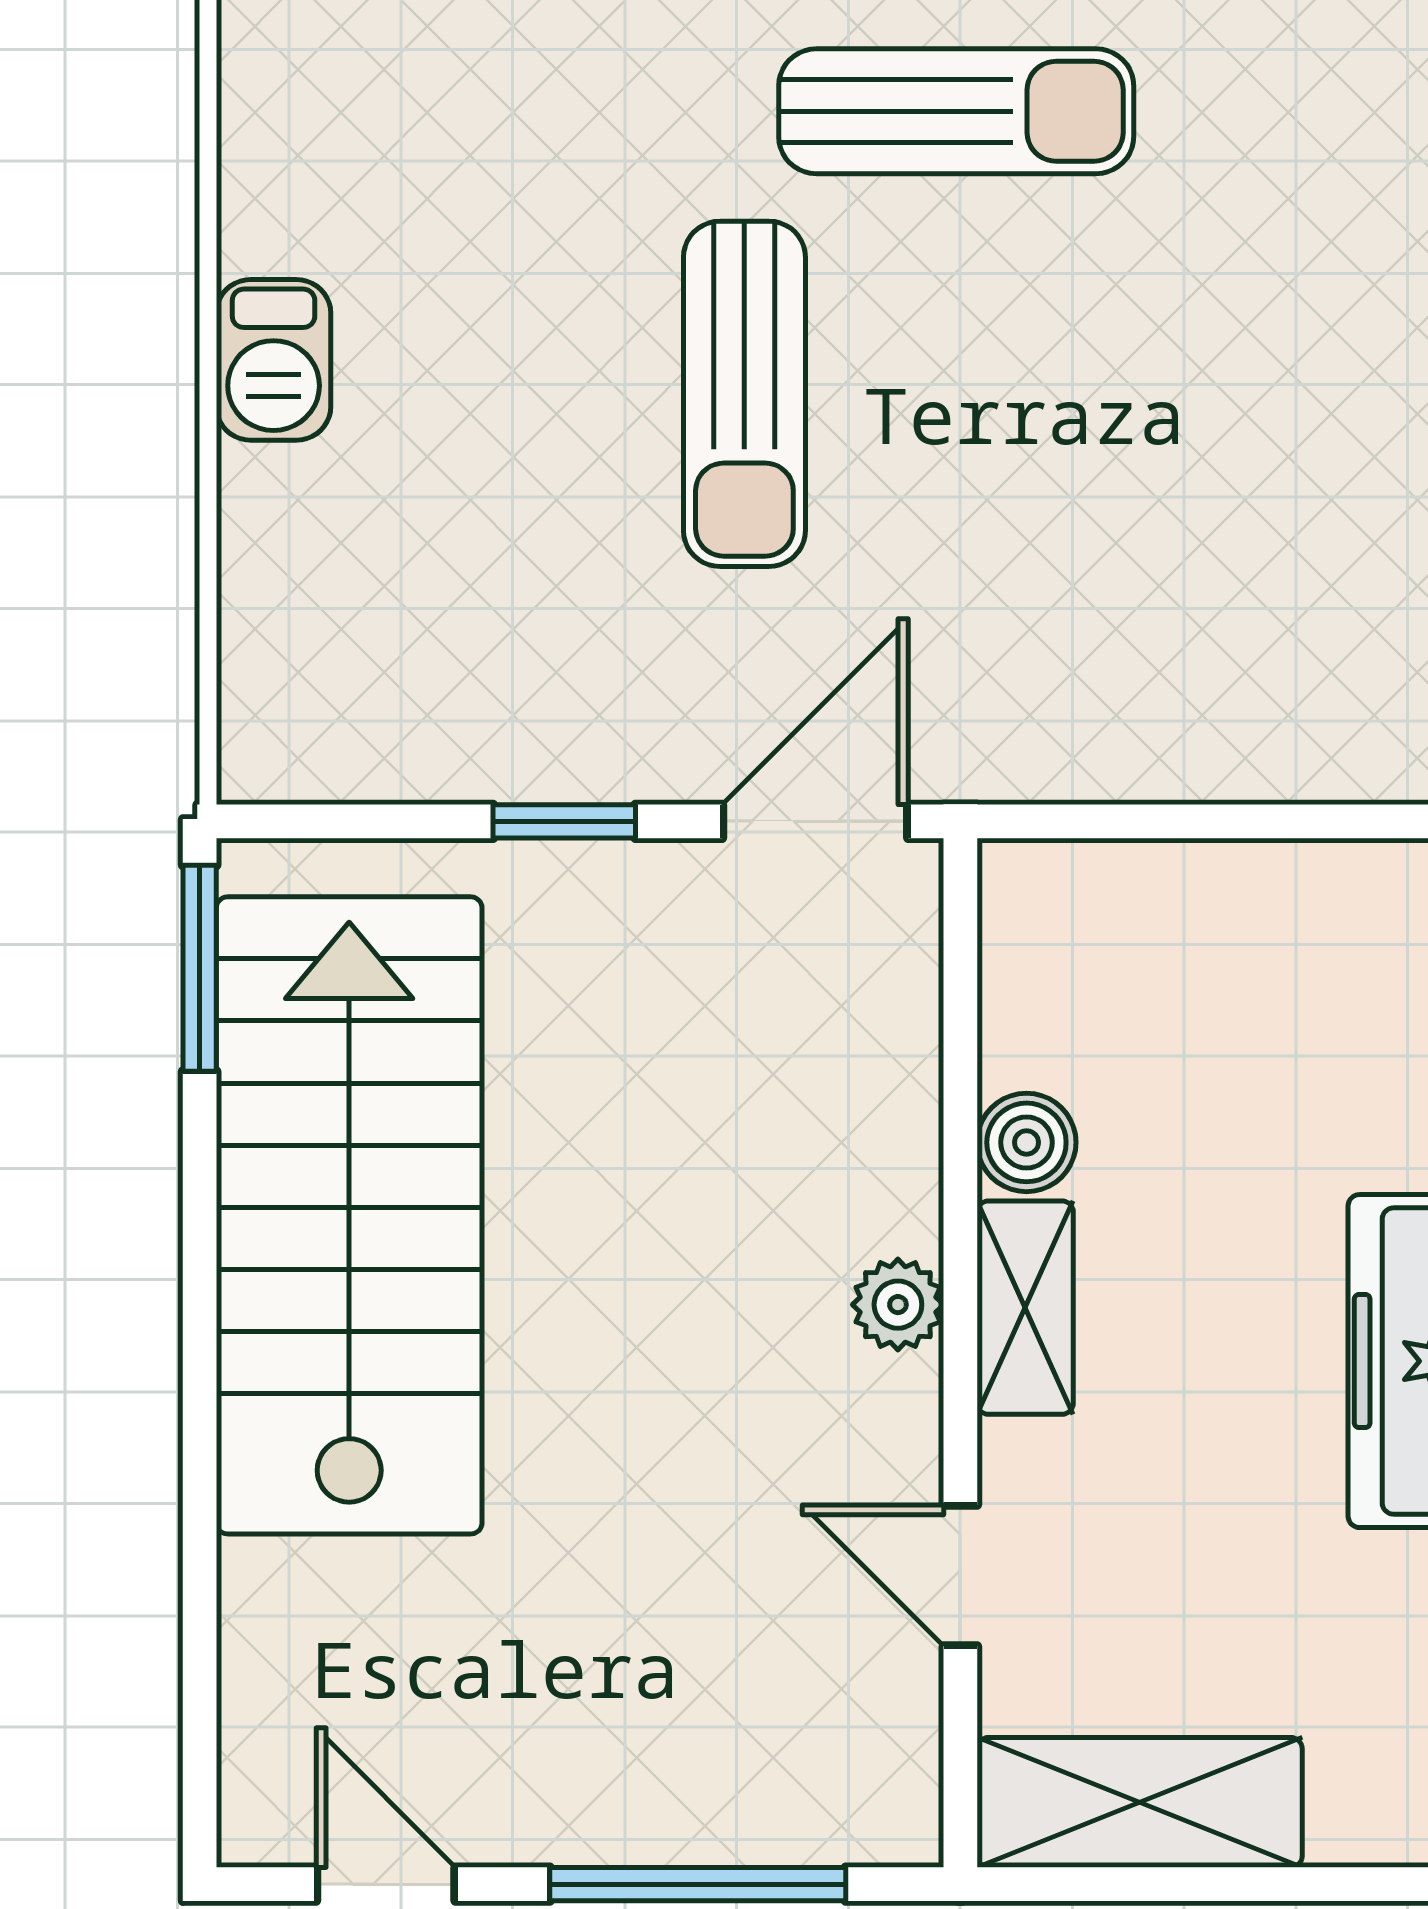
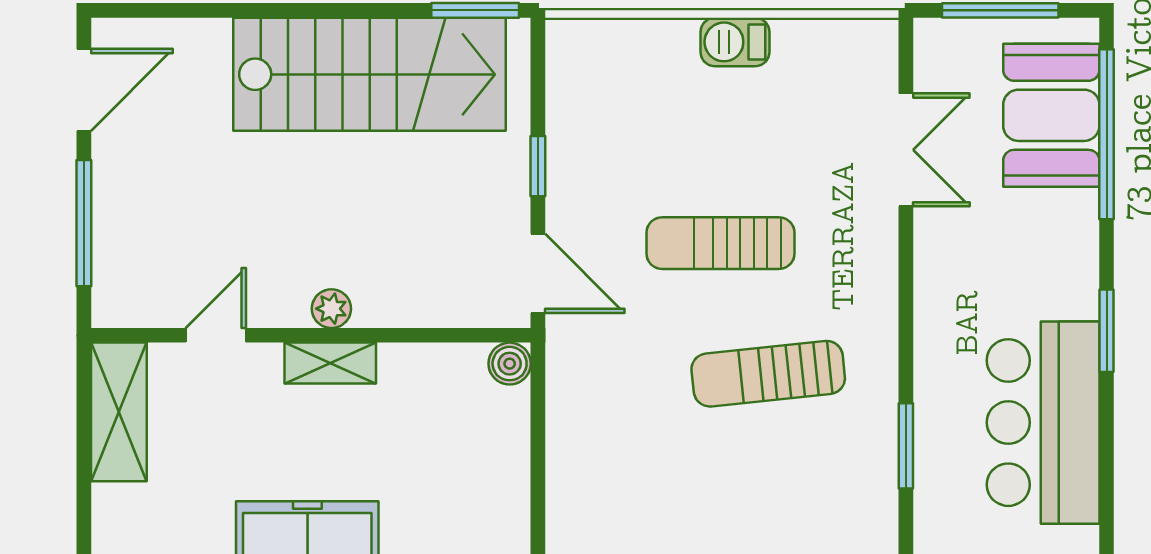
sun lounger: (956, 111) -> (768, 374), moved, turned 84
boiler: (1026, 1142) -> (510, 364), moved
door: (386, 1884) -> (84, 90), width x1.38

